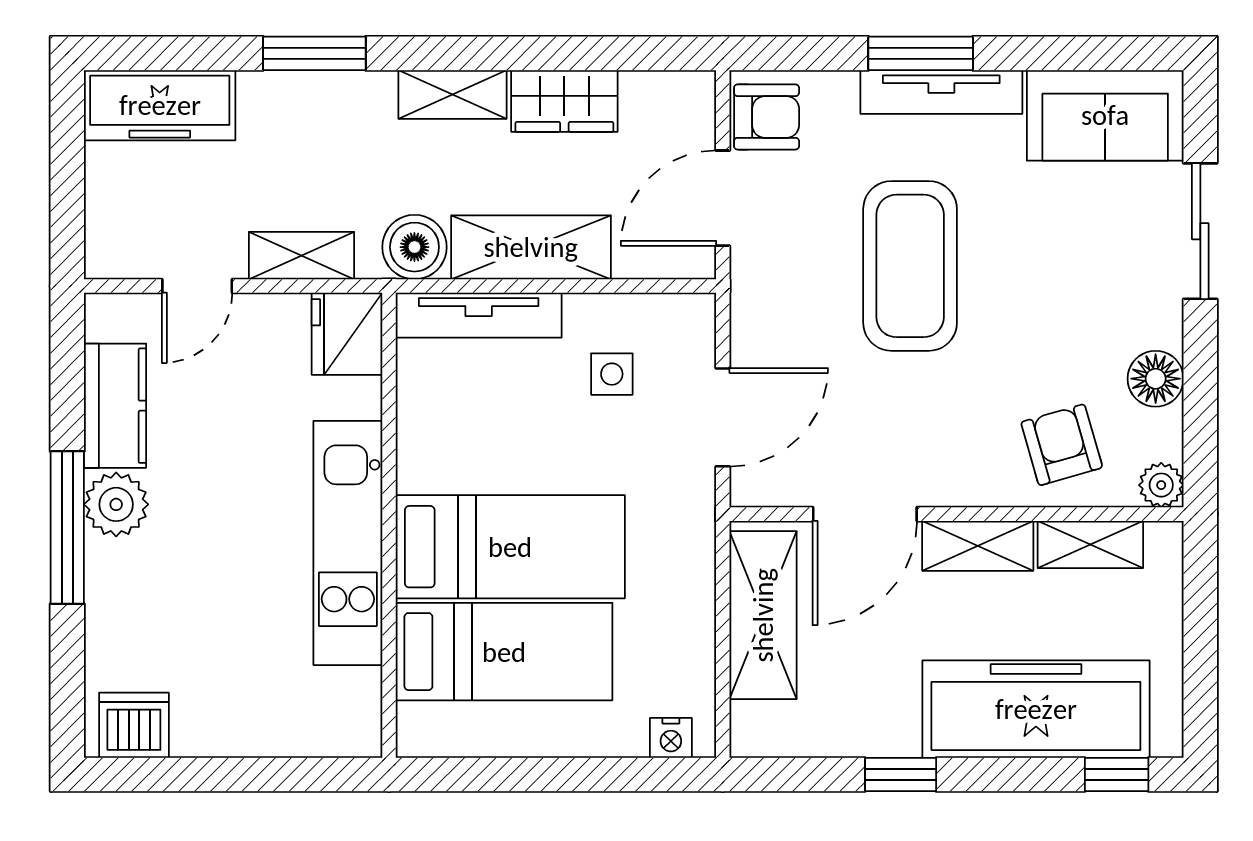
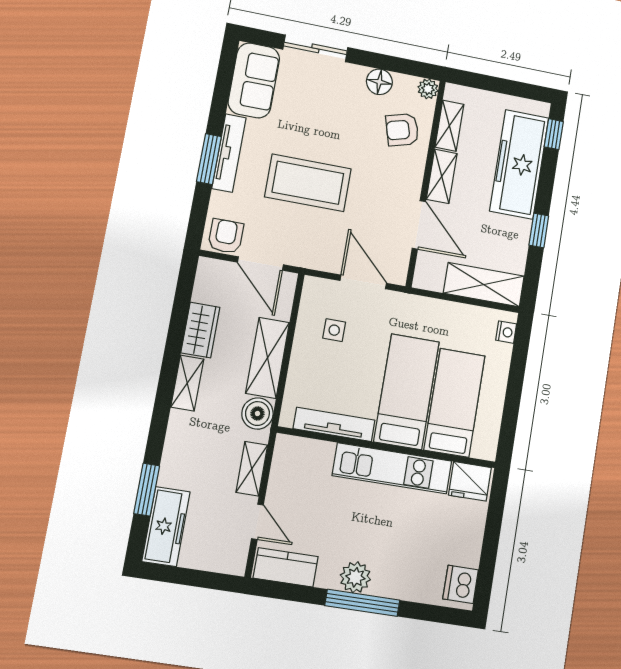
window: (314, 53) -> (147, 490), moved
tv unit: (479, 315) -> (334, 424), moved, turned -90
fridge: (347, 334) -> (470, 481), moved
kitchen counter: (115, 406) -> (286, 567), moved
shelving: (763, 615) -> (484, 285), moved

